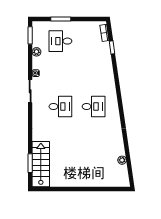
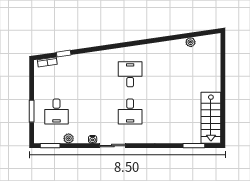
desk: (60, 106) -> (130, 112), turned 180
stairs: (41, 164) -> (211, 118), moved, turned -90

